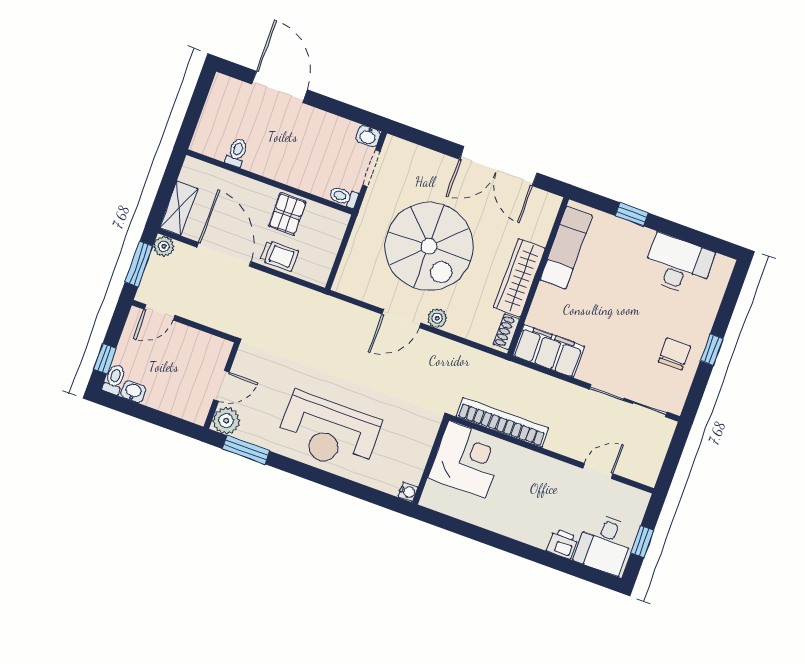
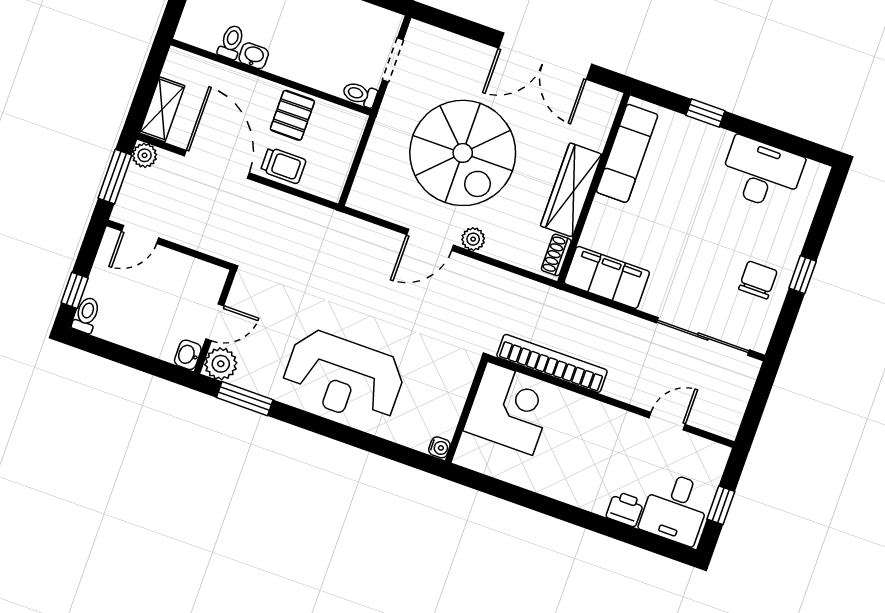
washbasin: (368, 136) -> (254, 56), moved, turned 180
washbasin: (133, 392) -> (188, 355), moved, turned -90

